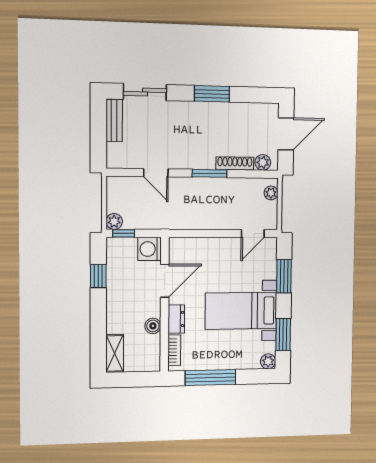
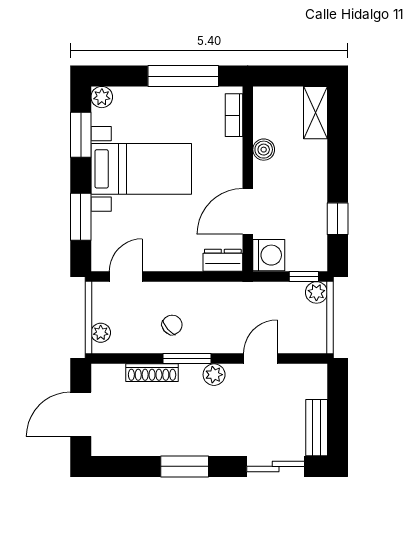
plant: (263, 162) -> (214, 375), moved
door: (156, 173) -> (260, 359), hinge flipped
chair: (220, 198) -> (172, 325), added
dresser: (176, 319) -> (223, 260), moved, turned 90

